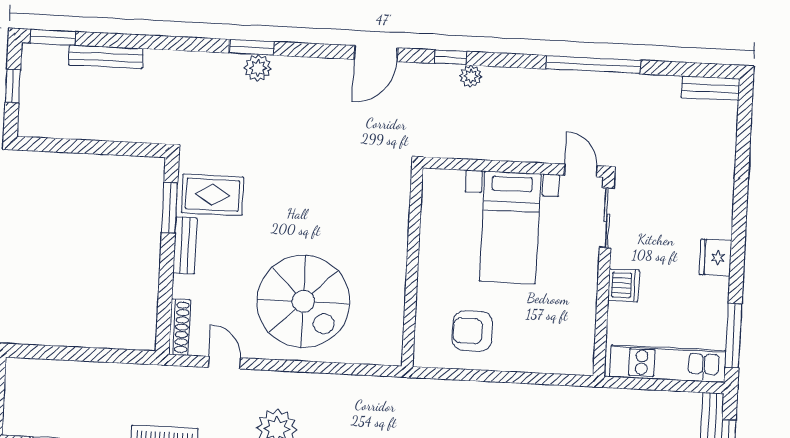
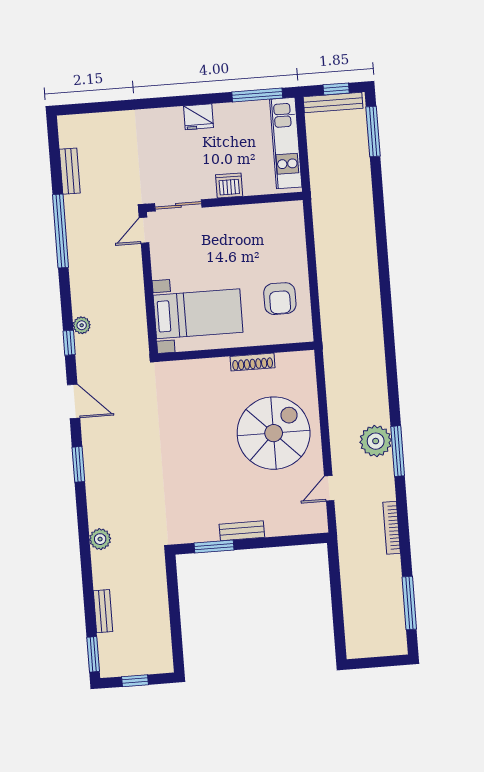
window: (252, 47) -> (78, 464), moved
bench: (106, 57) -> (103, 611), width x0.73
plant: (258, 68) -> (100, 539), moved
bench: (710, 88) -> (70, 171), moved
rug: (213, 195) -> (200, 514), removed
bed with nightstands: (510, 227) -> (198, 314), moved
shoe rack: (180, 327) -> (253, 362), moved, turned 180

